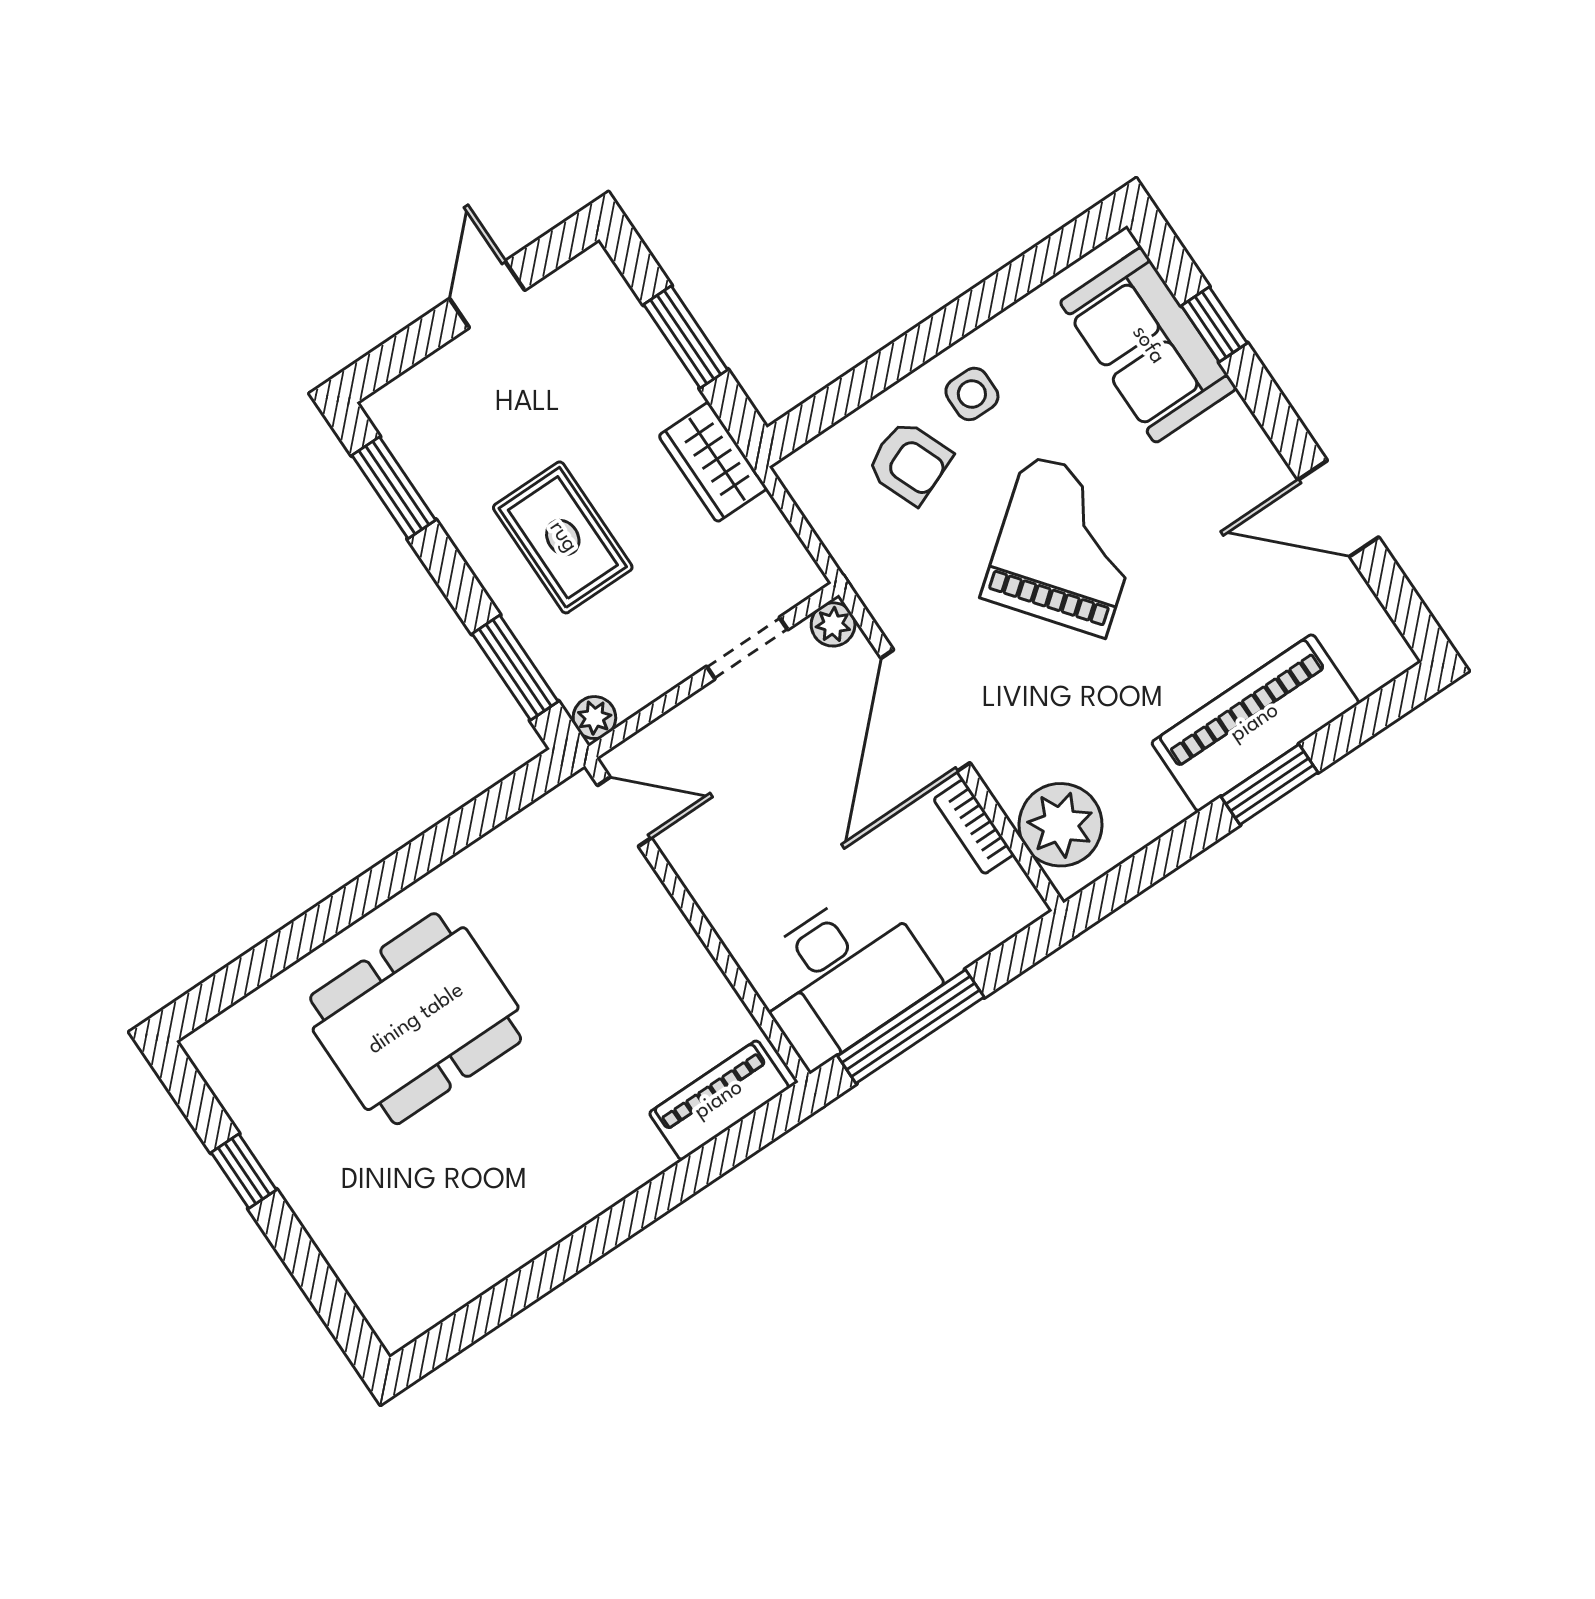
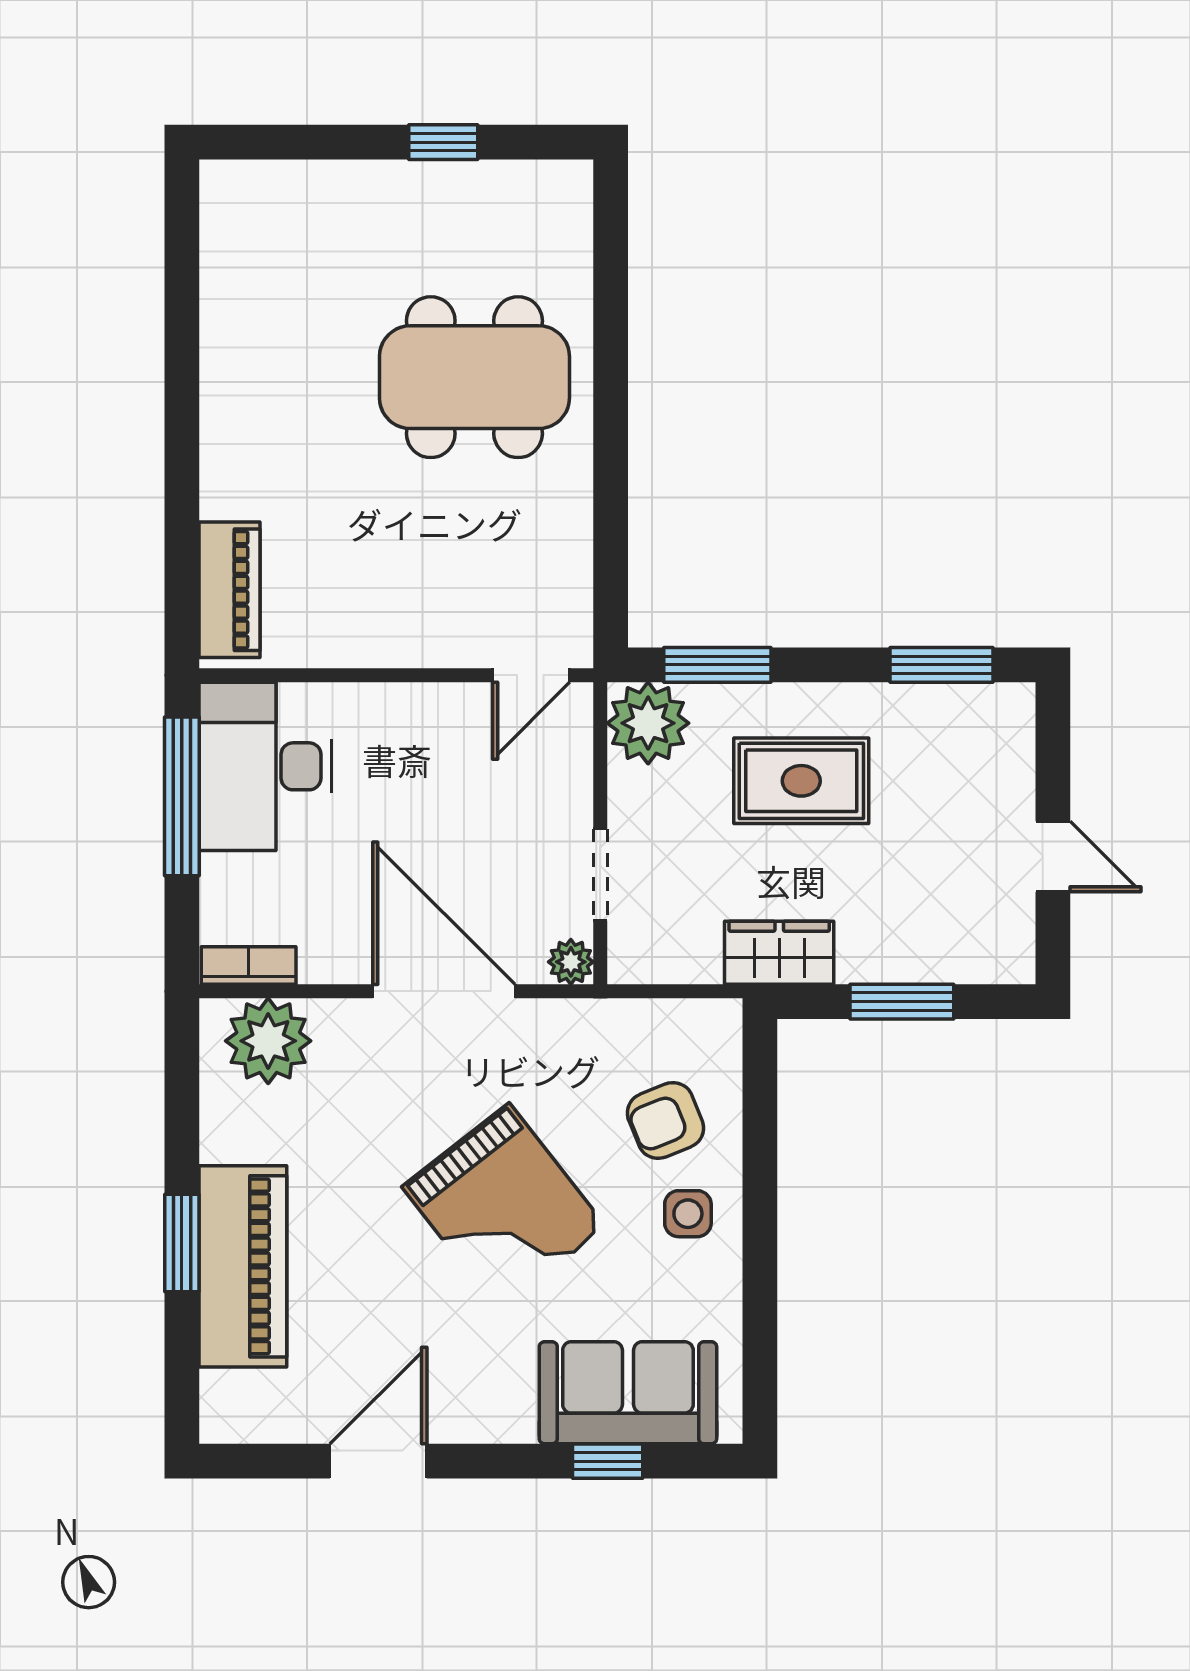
plant: (594, 718) -> (648, 723), width x1.88, depth x1.88
bookcase: (974, 827) -> (249, 965), moved
dining table: (416, 1019) -> (474, 377), turned 90

